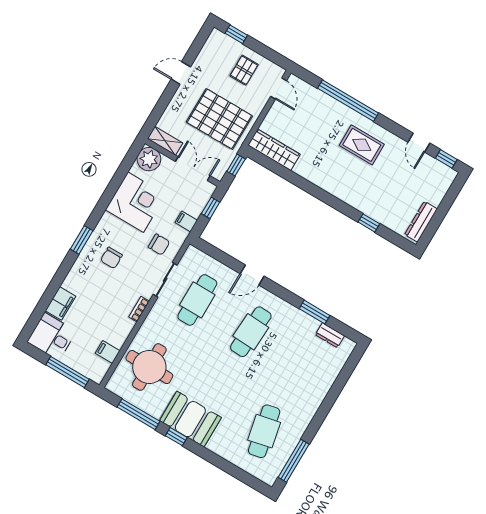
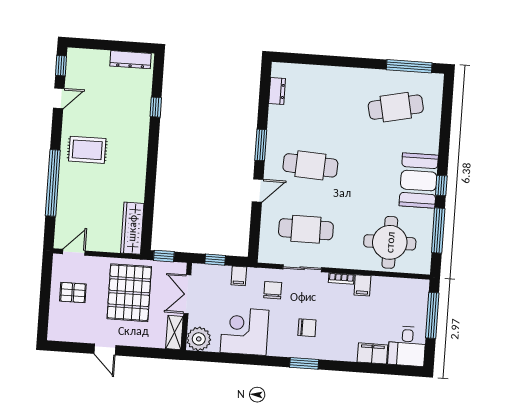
window: (236, 34) -> (43, 316), removed
rug: (362, 145) -> (87, 150), turned 90
door: (252, 275) -> (258, 190), hinge flipped
window: (315, 312) -> (261, 145), moved
filing cabinet: (108, 352) -> (362, 285), moved

